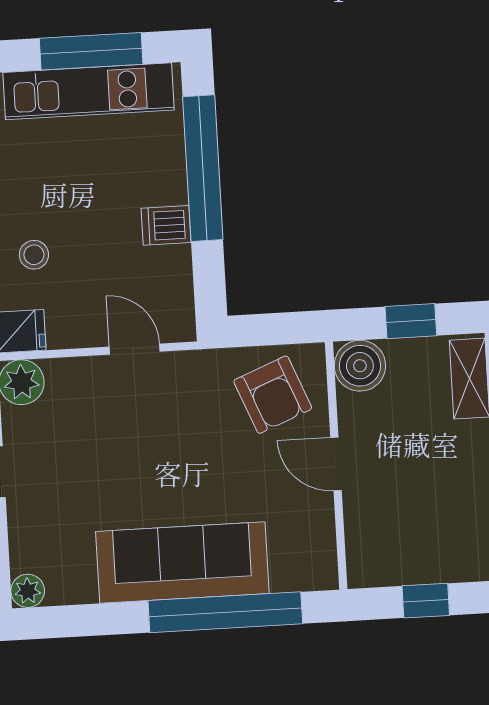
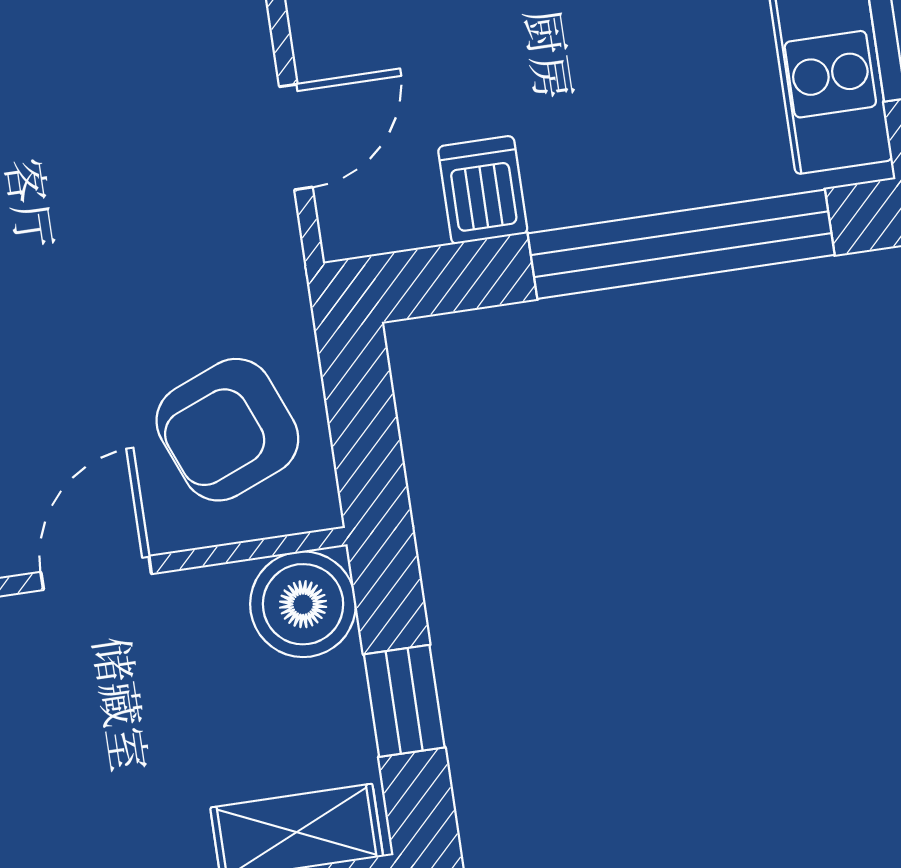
dishwasher: (166, 225) -> (483, 190), moved

